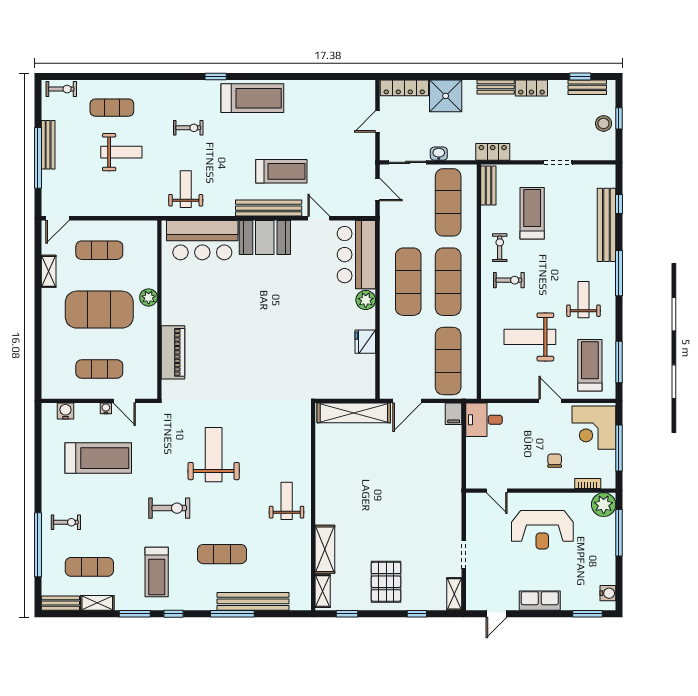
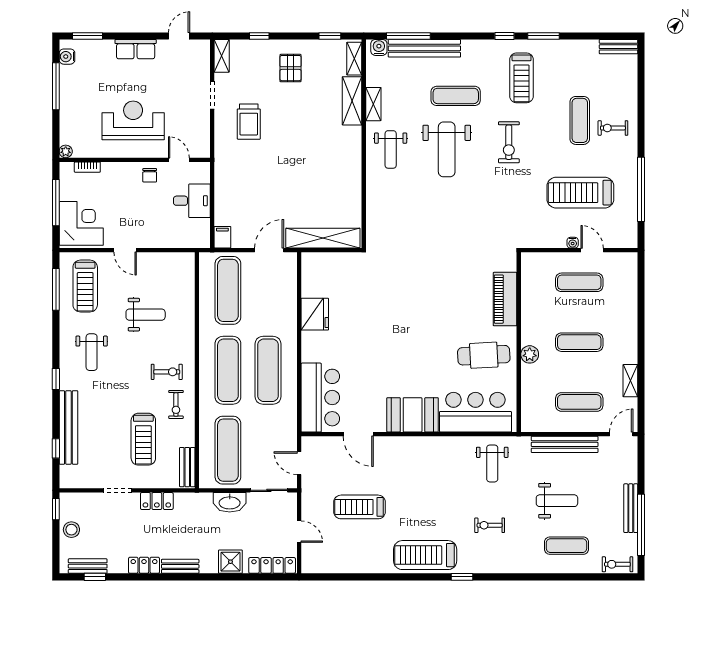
shower: (446, 96) -> (230, 562), width x0.73, depth x0.73
window: (619, 118) -> (56, 509), moved
door: (377, 121) -> (299, 532), hinge flipped
weight bench: (121, 152) -> (557, 501), turned 180
locker: (493, 152) -> (157, 501), moved
washbasin: (439, 154) -> (230, 502), width x1.91, depth x1.45
window: (38, 158) -> (641, 525), moved
treadmill: (281, 171) -> (360, 507), moved
bench: (269, 208) -> (565, 444), moved
door: (319, 218) -> (358, 434), width x1.38
window: (619, 273) -> (56, 379), width x0.46
exercise bike: (509, 280) -> (167, 372), turned 180
cafe table: (194, 297) -> (484, 355), added
plant: (366, 300) -> (311, 352), removed
exercise mat: (99, 310) -> (579, 342), width x0.50, depth x0.69
weight bench: (530, 337) -> (146, 315), width x0.73, depth x0.75
fridge: (365, 342) -> (315, 314), width x1.36, depth x1.34
door: (124, 401) -> (592, 250), moved
water cooler: (65, 411) -> (379, 47), moved, turned 180
desk: (484, 420) -> (192, 201), moved
weight bench: (214, 455) -> (447, 149), moved
chair: (555, 461) -> (150, 175), moved
plant: (604, 505) -> (66, 151), width x0.53, depth x0.53
exercise bike: (169, 508) -> (509, 142), turned -90
trolley: (427, 529) -> (249, 122), added
window: (619, 533) -> (56, 86), moved
window: (38, 545) -> (641, 189), moved
exercise mat: (89, 567) -> (580, 120), moved, turned 90
treadmill: (157, 572) -> (521, 78), turned 180
pallet: (386, 582) -> (290, 68), width x0.67, depth x0.71
shelving: (97, 603) -> (373, 104), moved, turned 90
window: (232, 614) -> (408, 36), moved

